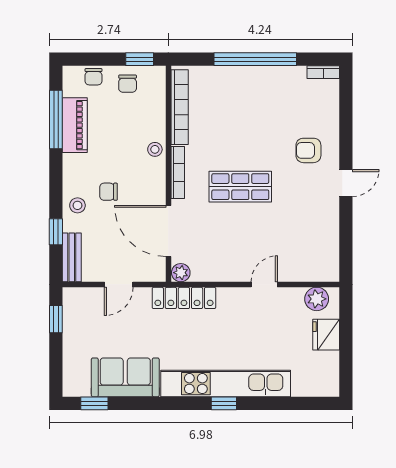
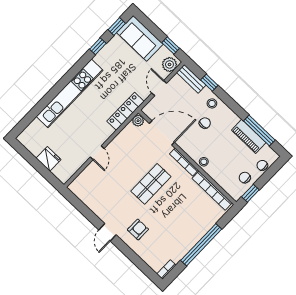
plant: (317, 299) -> (169, 64), moved
sofa: (125, 377) -> (140, 38), moved, turned 90
window: (224, 403) -> (98, 46), moved

